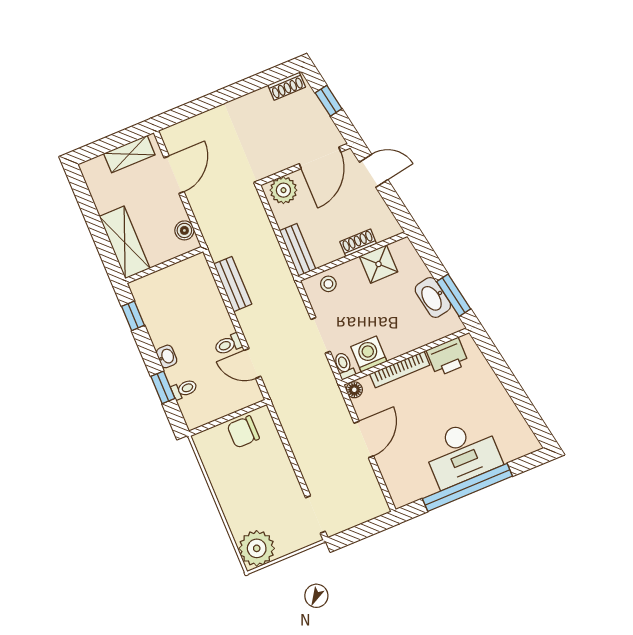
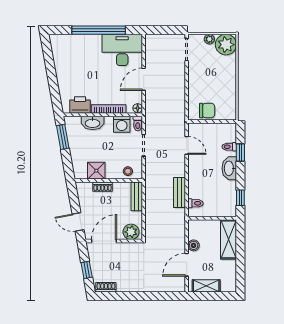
boiler: (184, 230) -> (194, 245), moved
washbasin: (433, 297) -> (93, 123), moved, turned 100
toilet: (228, 344) -> (196, 203), moved
washbasin: (167, 356) -> (229, 168), width x1.91, depth x1.45
desk: (462, 453) -> (122, 50), moved
plant: (286, 546) -> (209, 39), added

